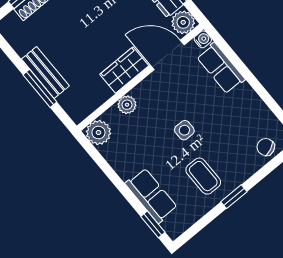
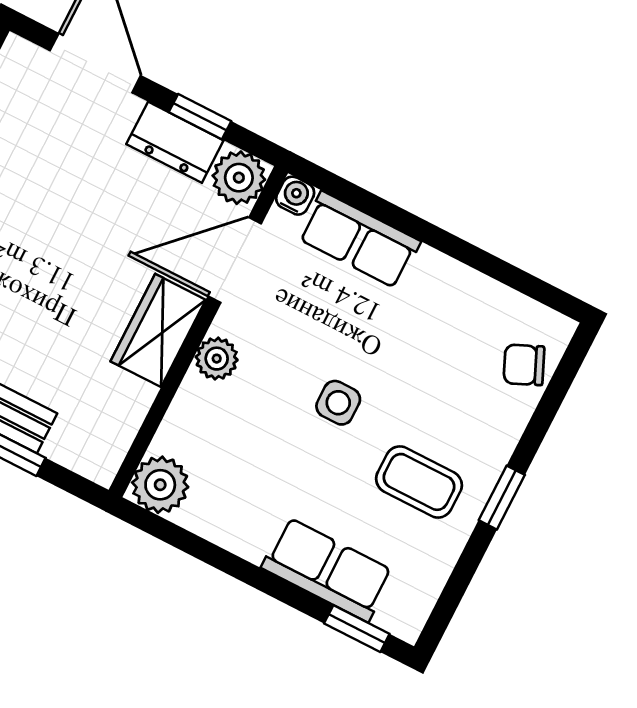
plant: (127, 105) -> (217, 359), moved

